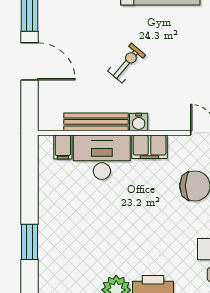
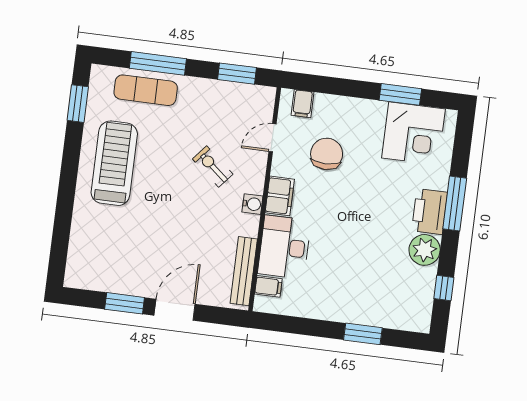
exercise bike: (127, 63) -> (213, 167), moved
bench: (96, 122) -> (244, 271), moved

